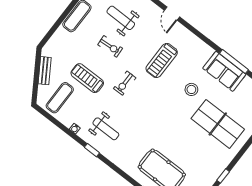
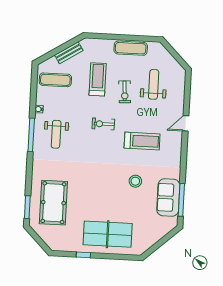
treadmill: (162, 60) -> (142, 141), turned 180
treadmill: (87, 78) -> (98, 79), moved
table tennis table: (218, 124) -> (108, 234), moved, turned 90
window: (92, 150) -> (31, 135), width x2.17

